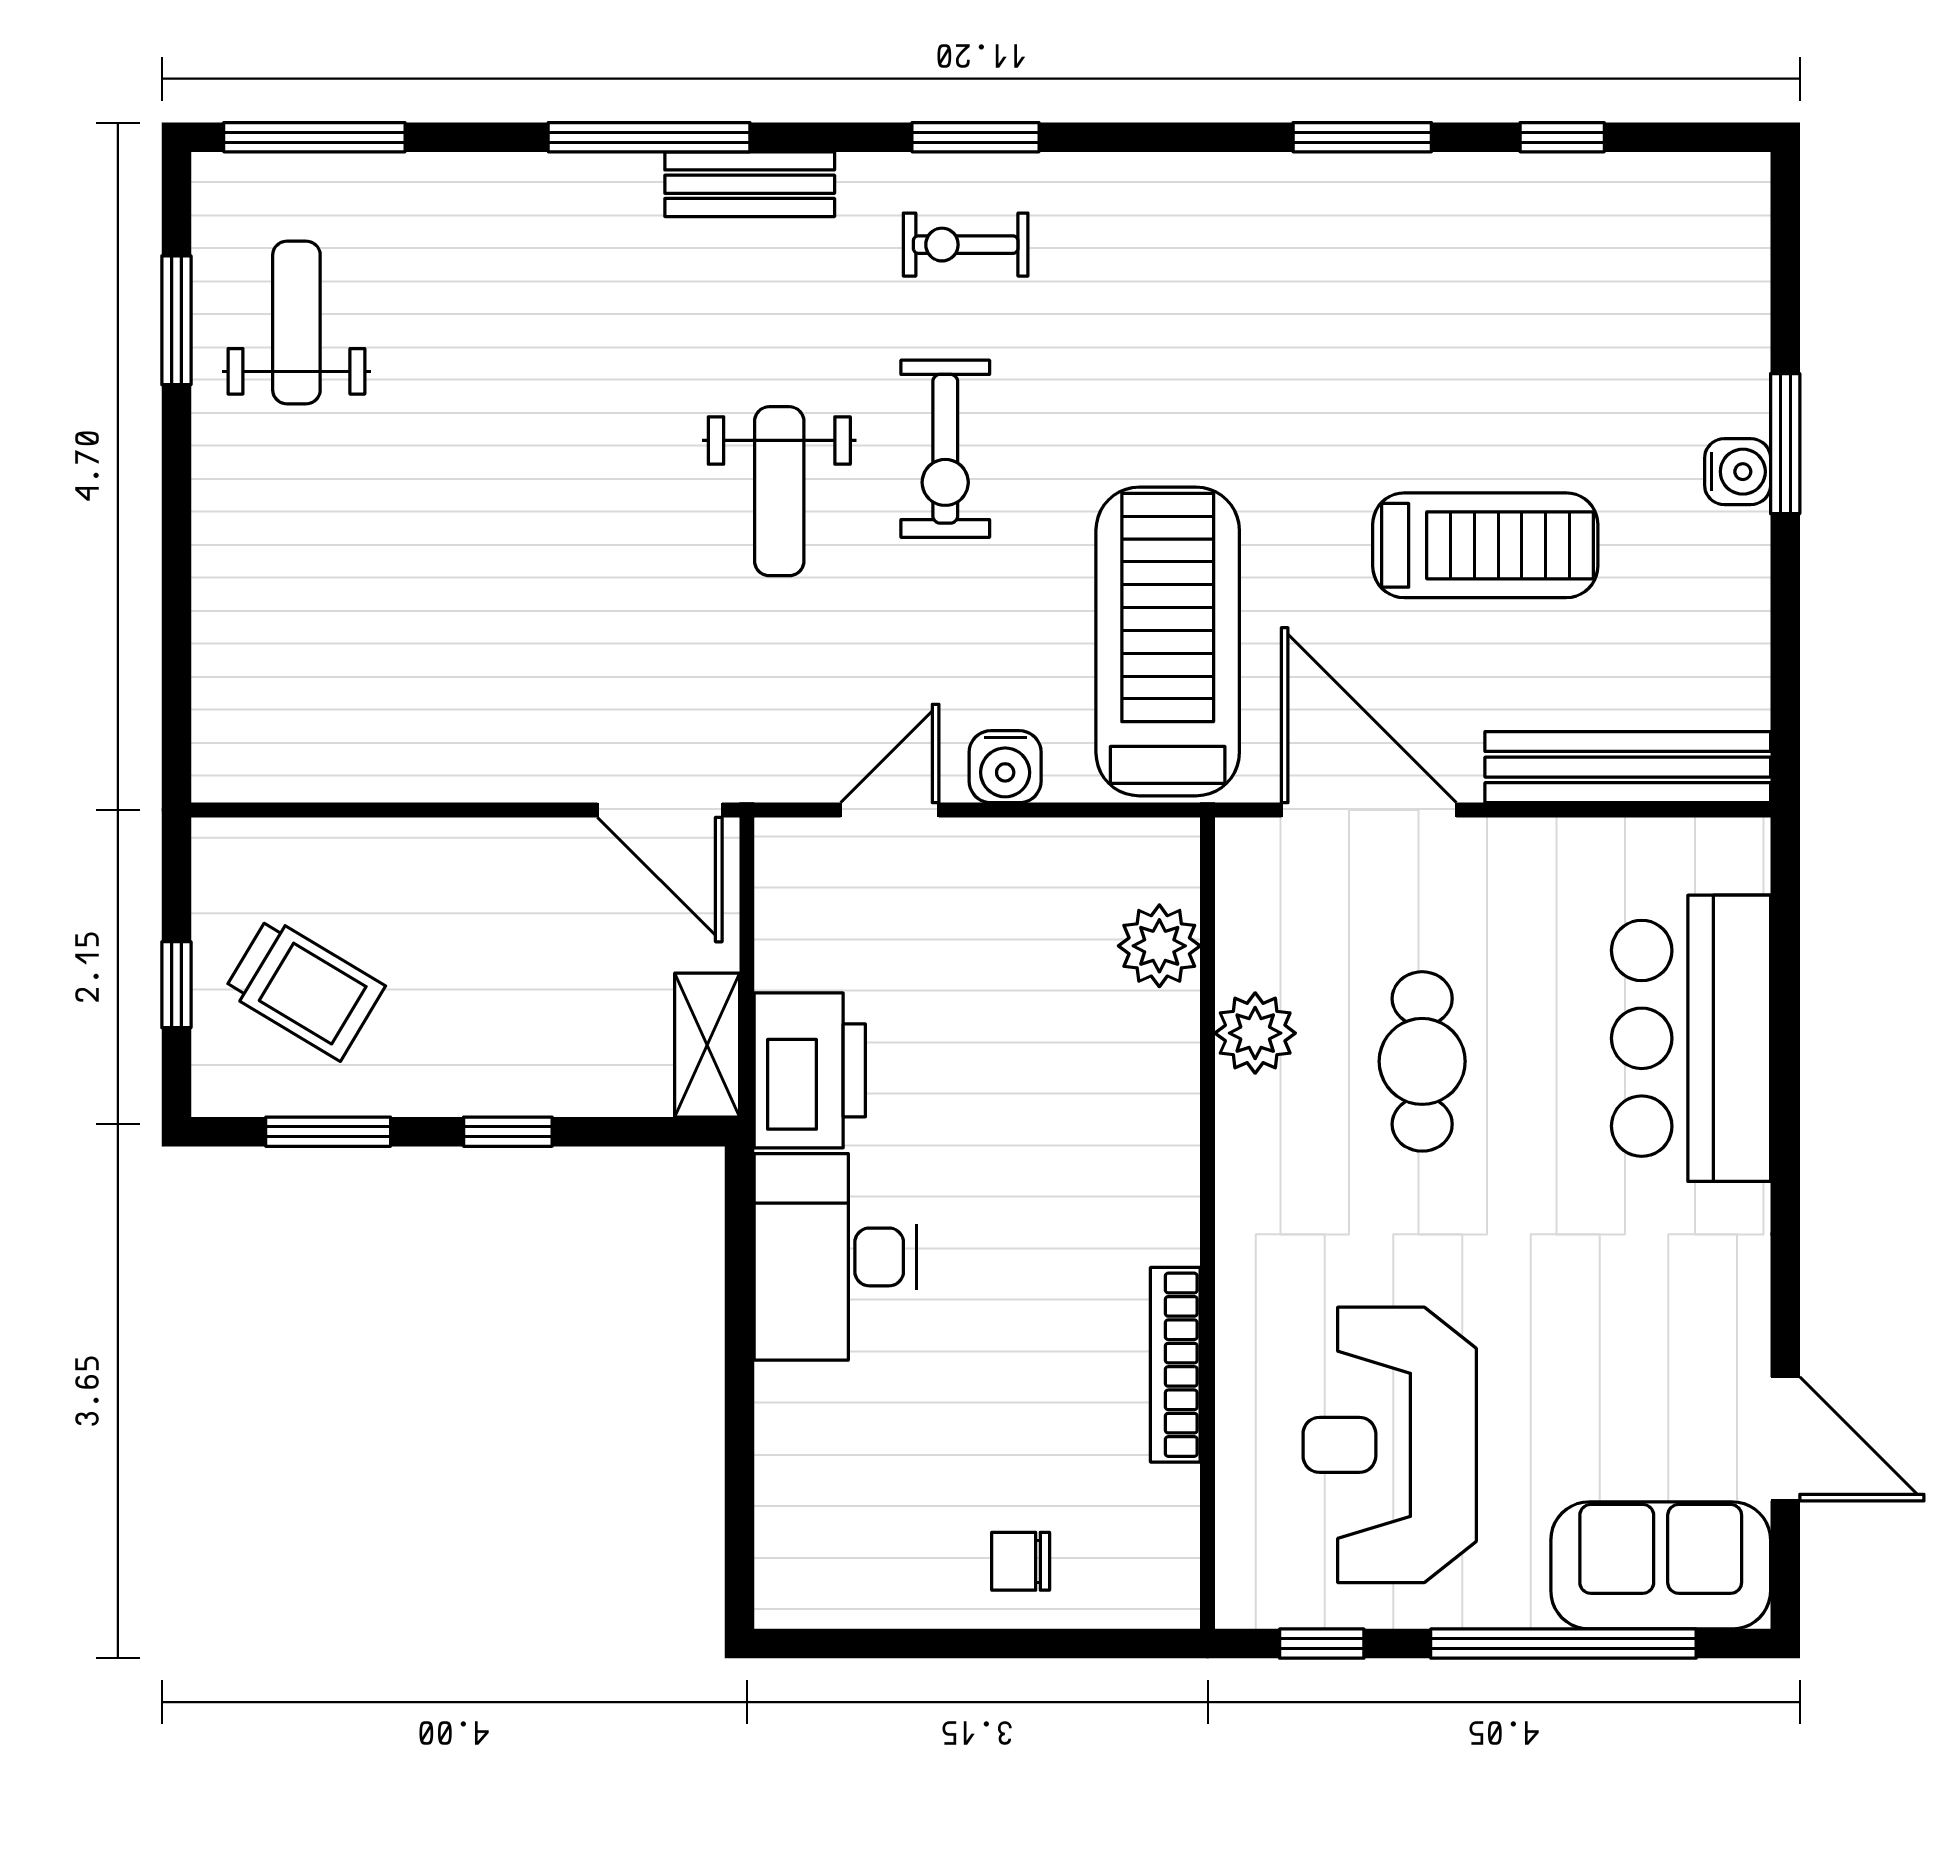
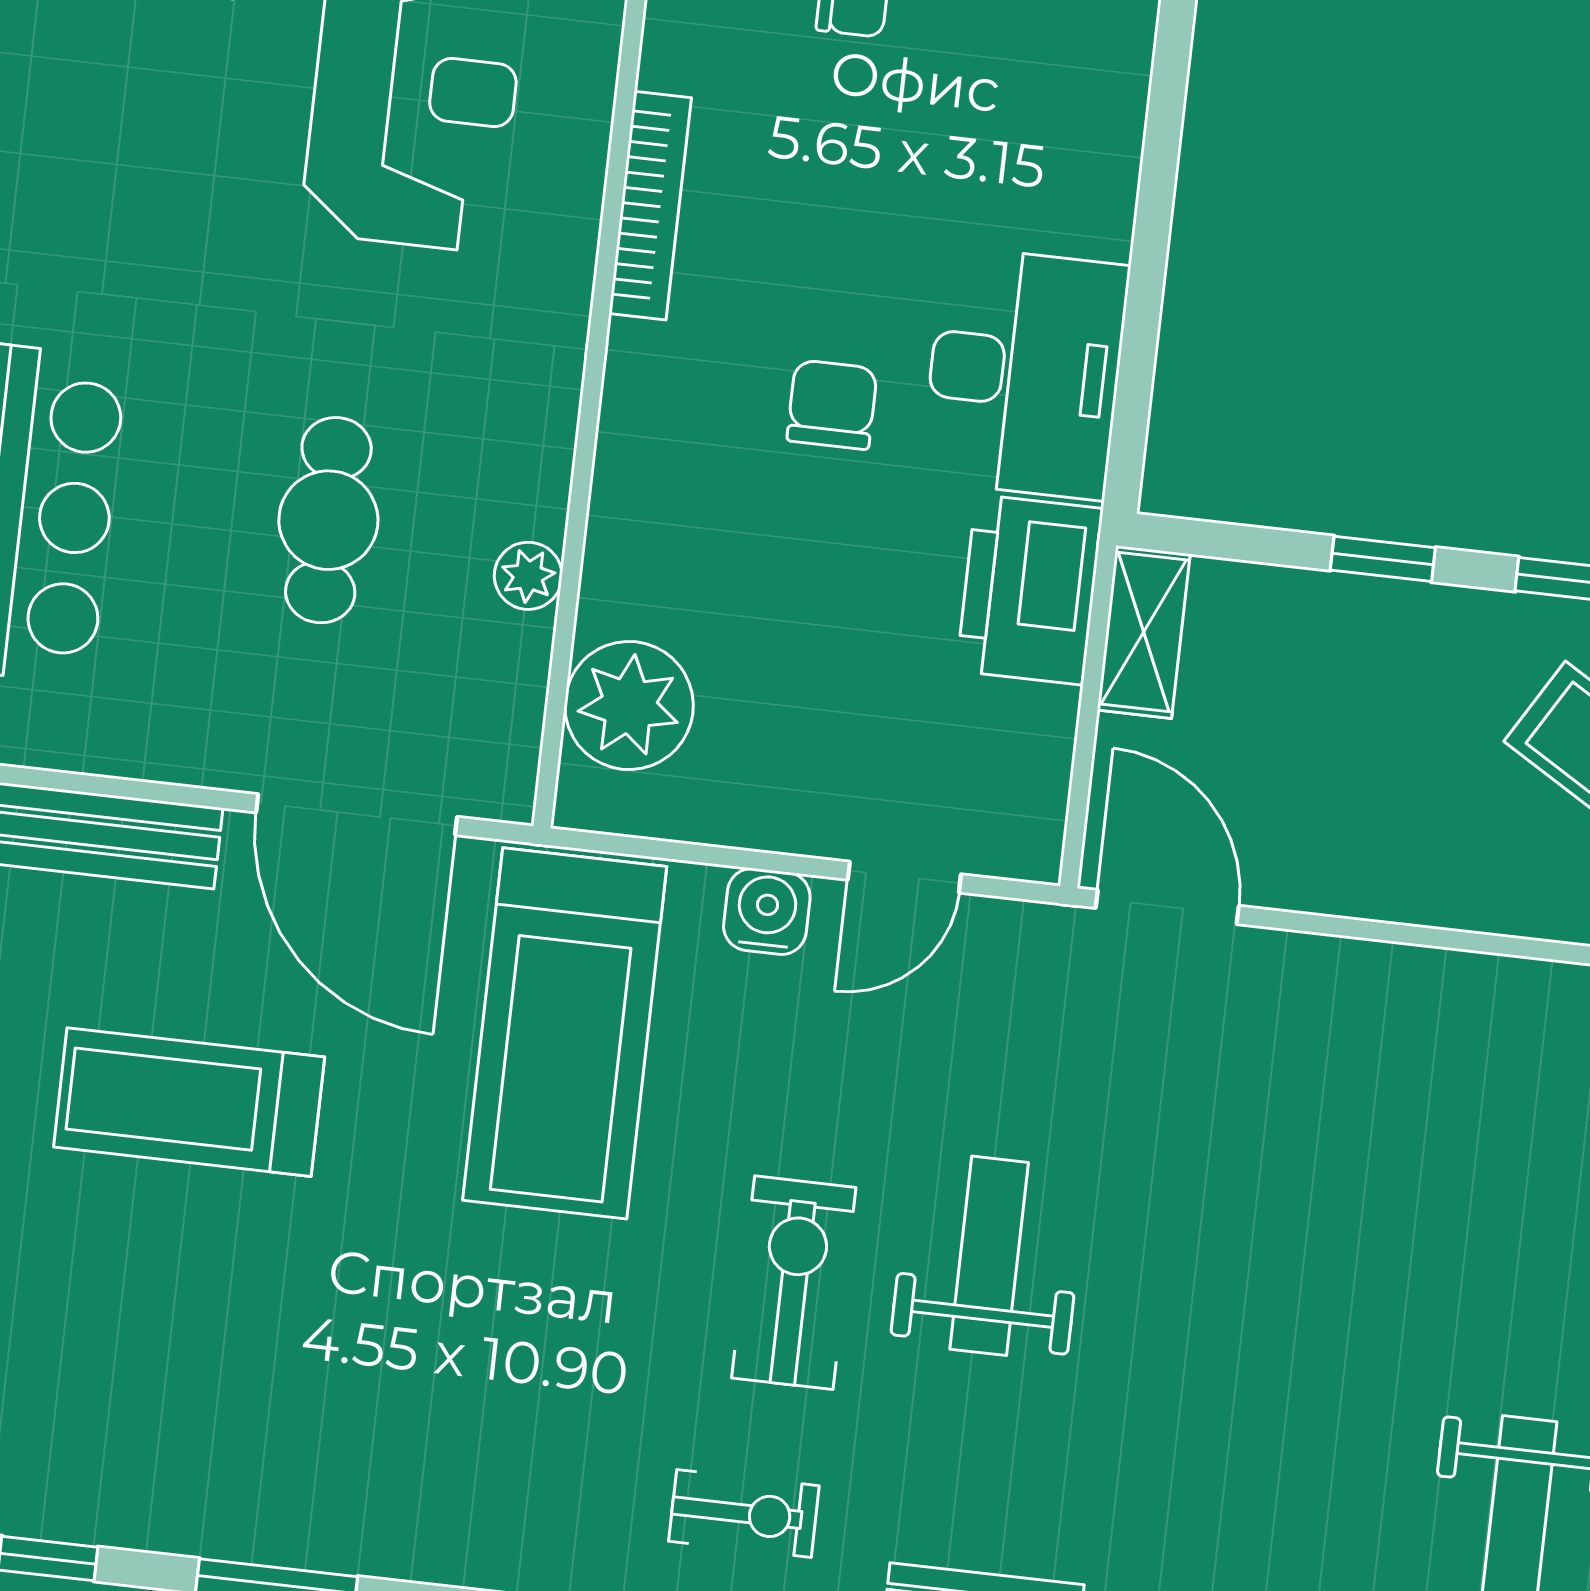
plant: (1159, 946) -> (629, 706), width x1.36, depth x1.36
plant: (1255, 1033) -> (528, 576), width x0.73, depth x0.73
chair: (999, 1211) -> (832, 405), added

